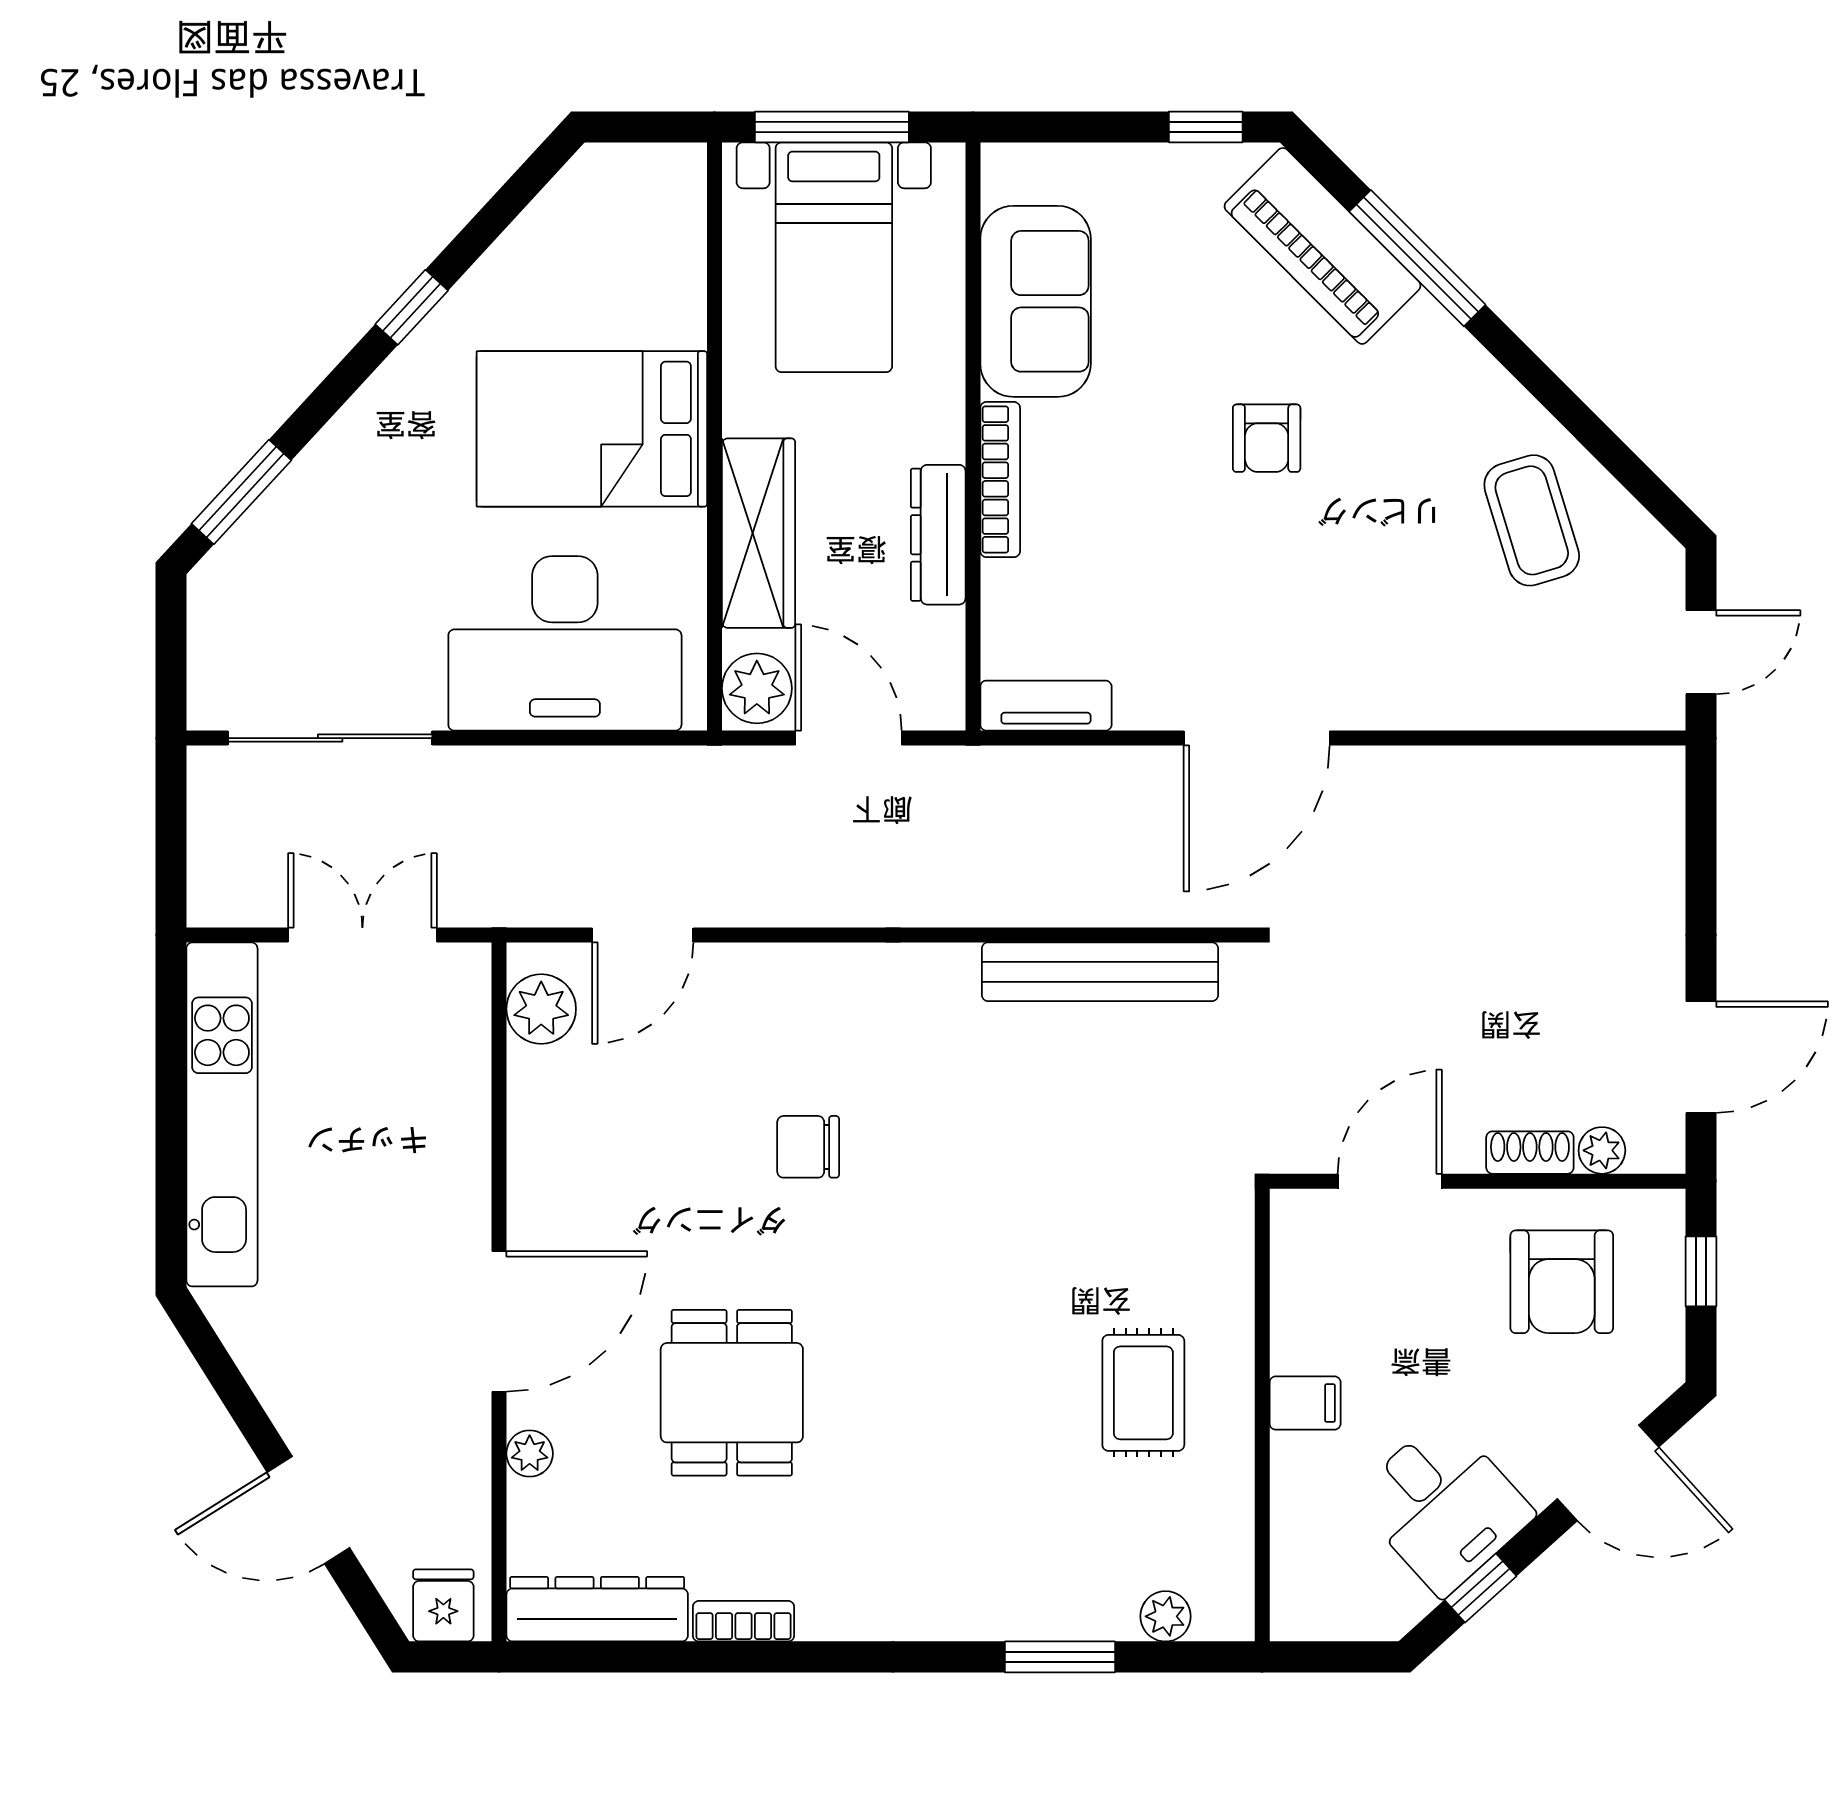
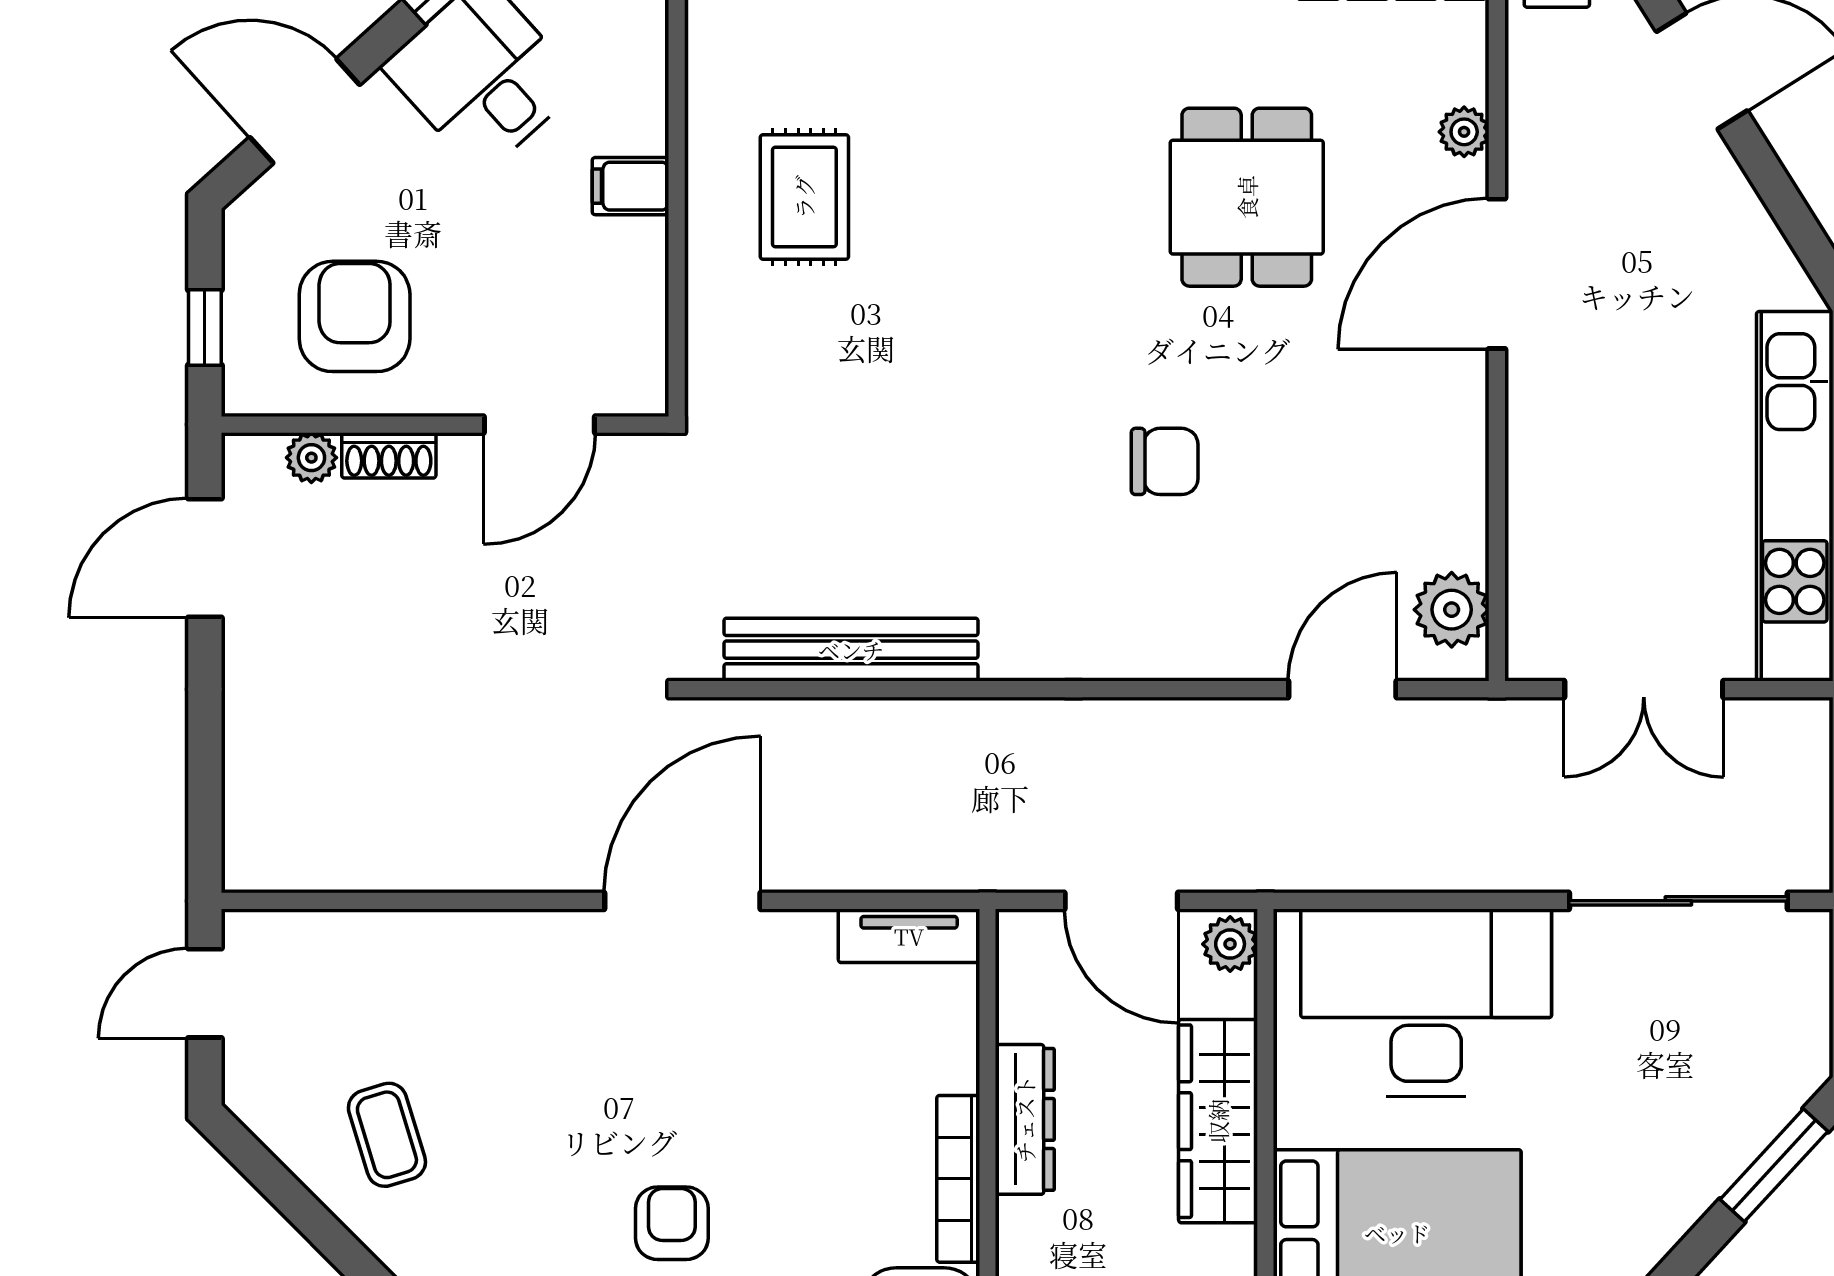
coffee table: (1532, 520) -> (387, 1135), width x0.73, depth x0.77
plant: (757, 688) -> (1230, 944), width x0.73, depth x0.73

